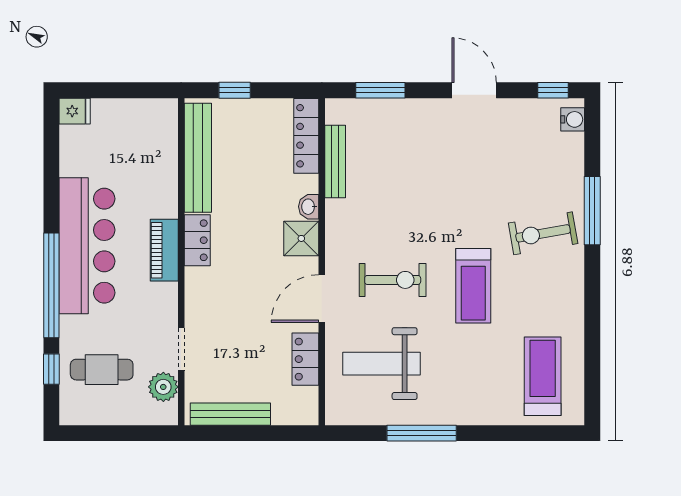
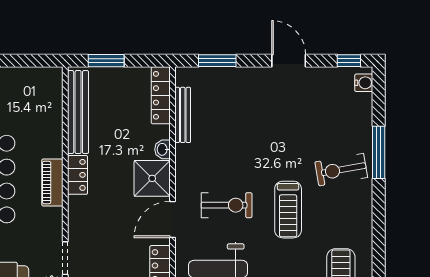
window: (235, 90) -> (106, 61), width x1.50
shower: (301, 238) -> (152, 178), width x1.36, depth x1.36

